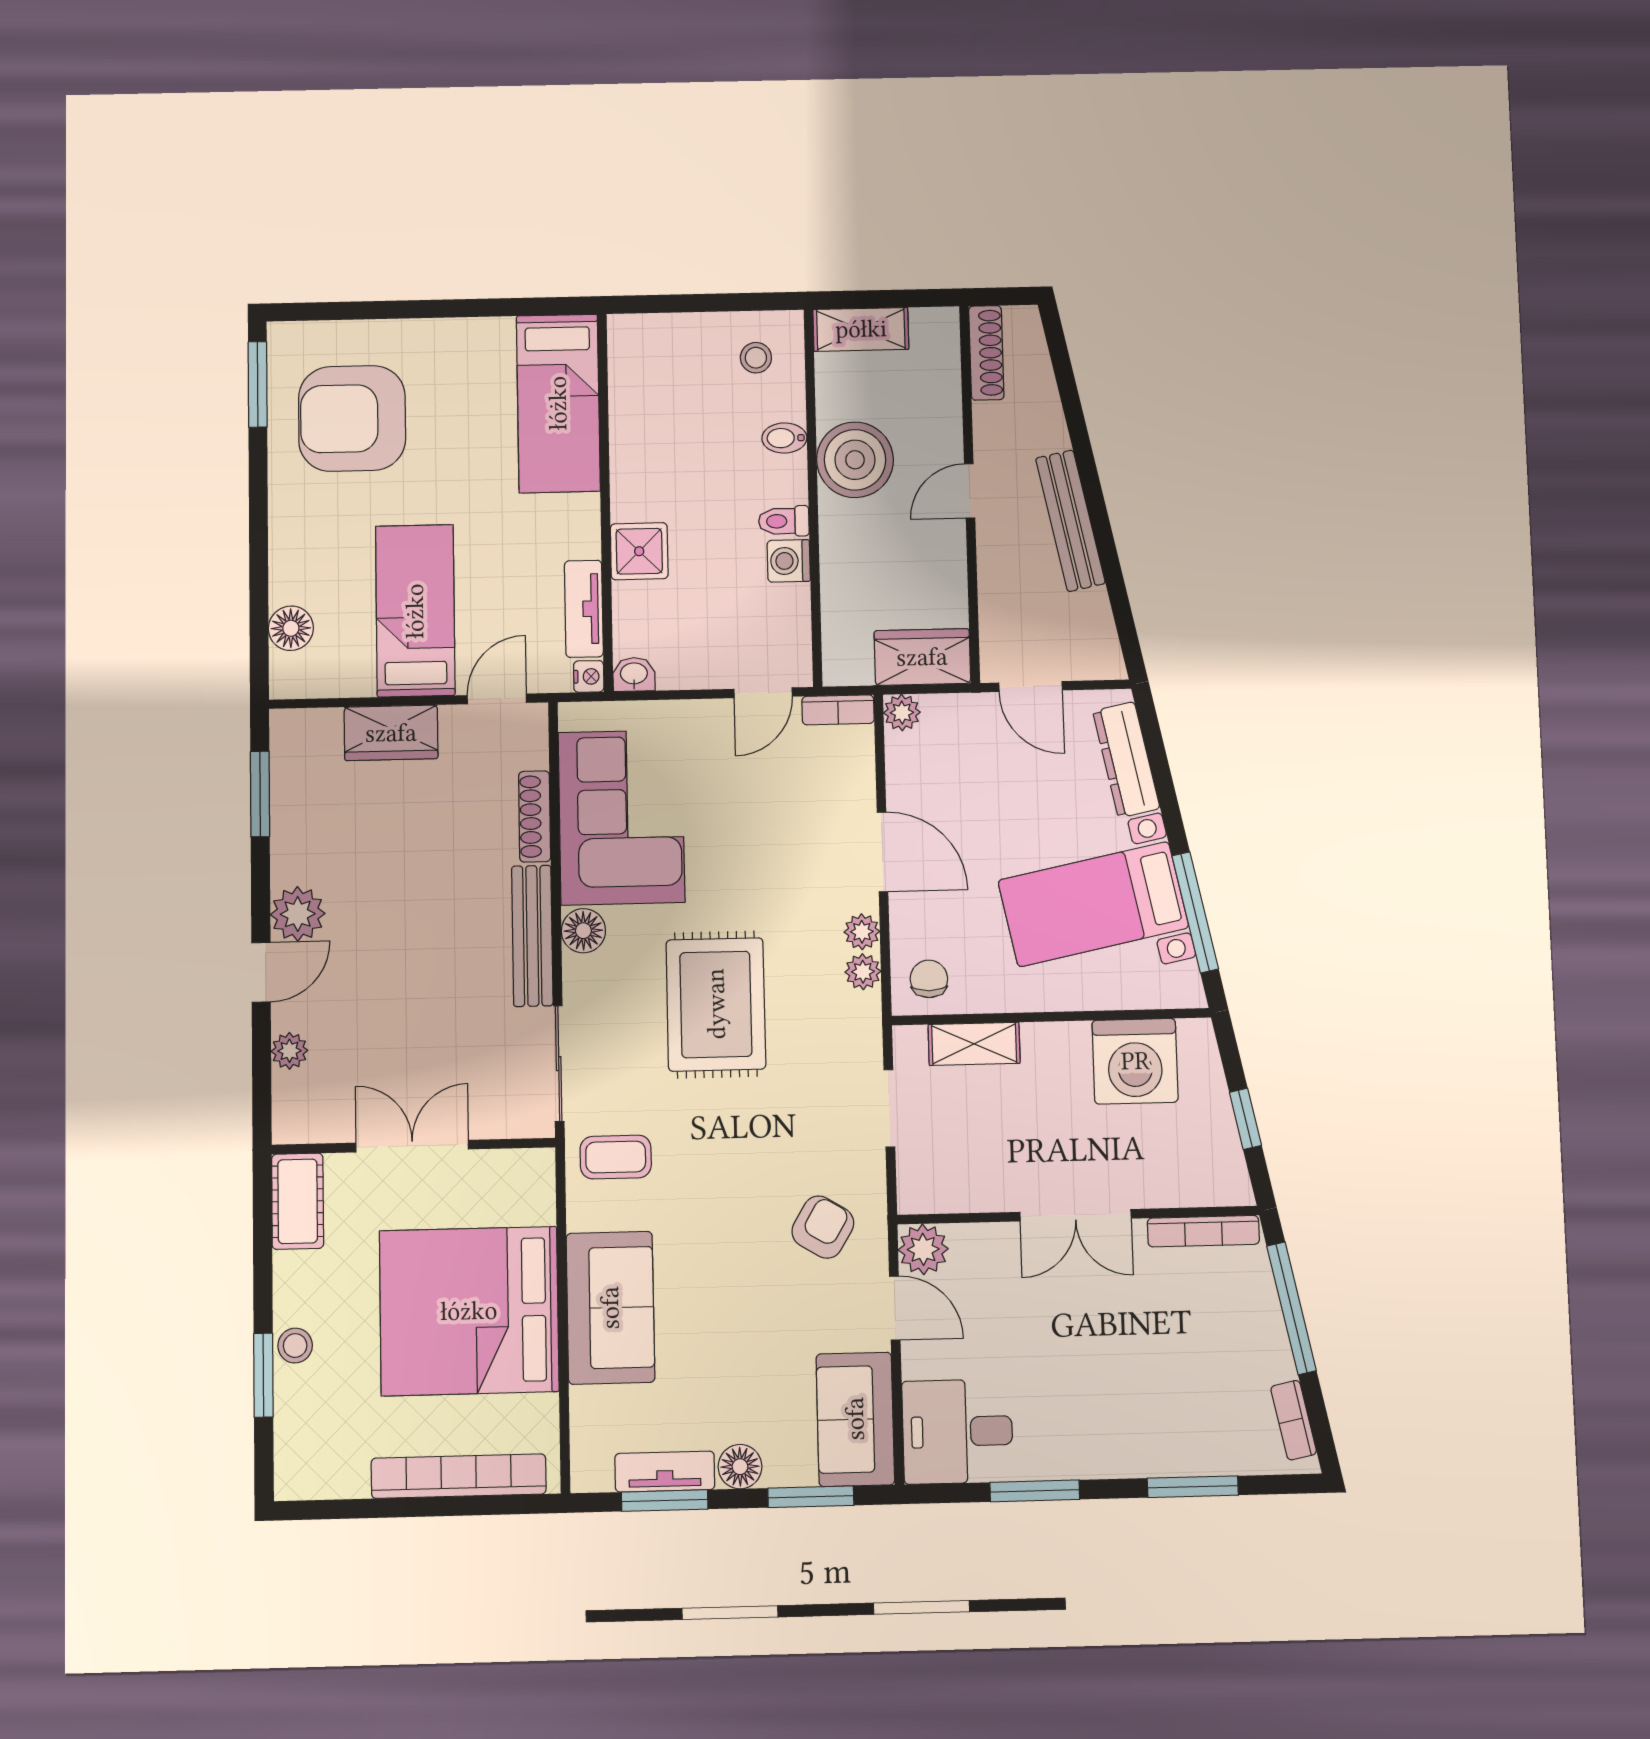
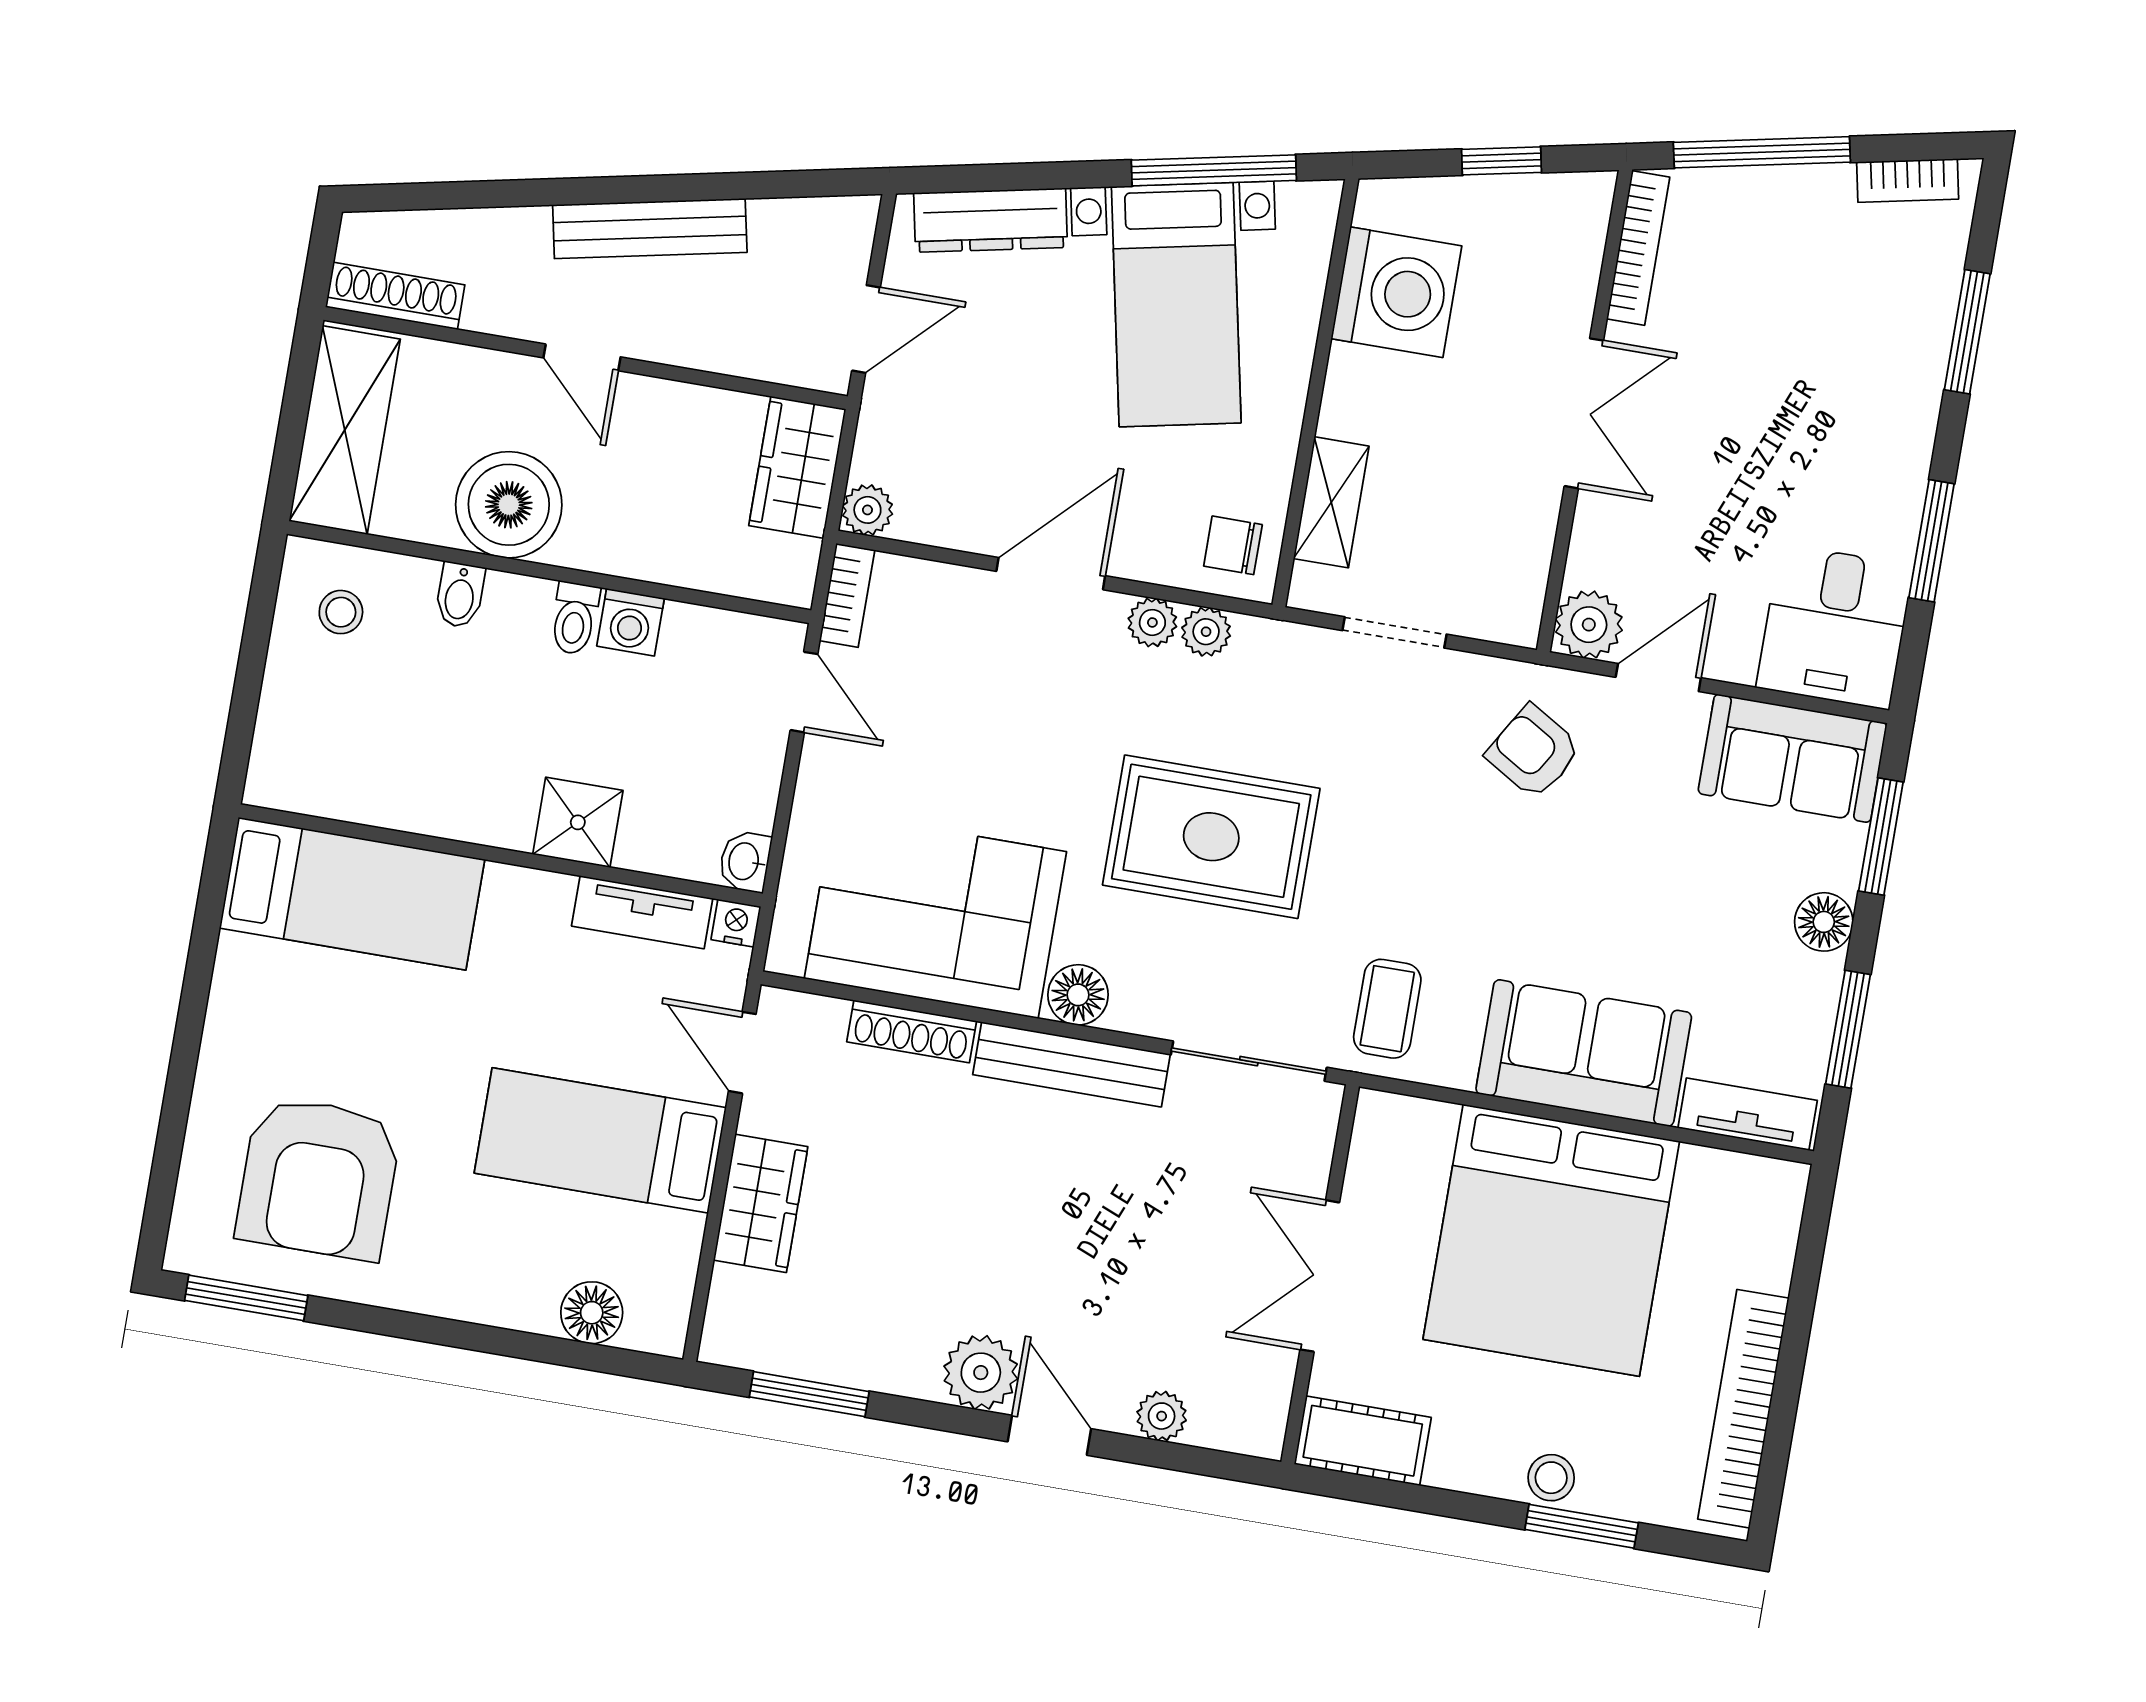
shelving: (861, 329) -> (345, 430), width x1.50, depth x1.33
tv unit: (665, 1472) -> (1748, 1114), moved, turned 90
bookcase: (459, 1476) -> (1743, 1409), moved

